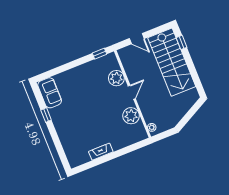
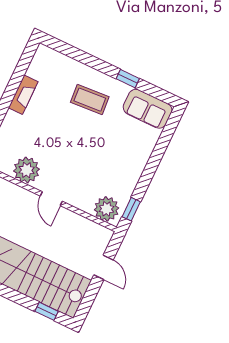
door: (137, 39) -> (103, 267), swing flipped
plant: (116, 78) -> (107, 209), moved
coffee table: (72, 121) -> (90, 100), added

